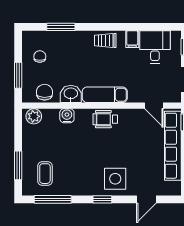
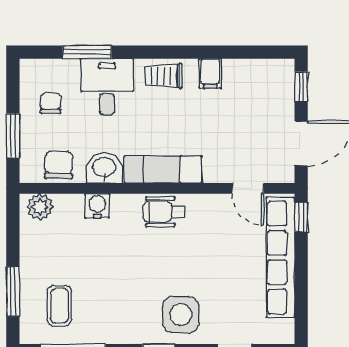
desk: (155, 47) -> (107, 87), moved

